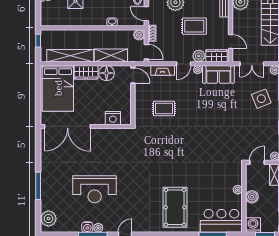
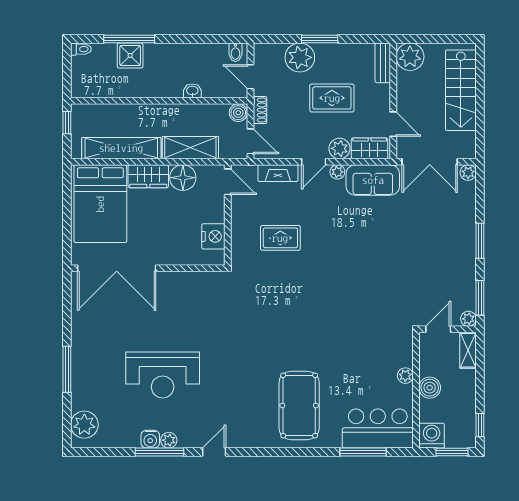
double door: (252, 64) -> (430, 162), width x1.37
side table: (261, 99) -> (446, 221), removed
nightstand: (113, 118) -> (213, 236), moved, turned -90

